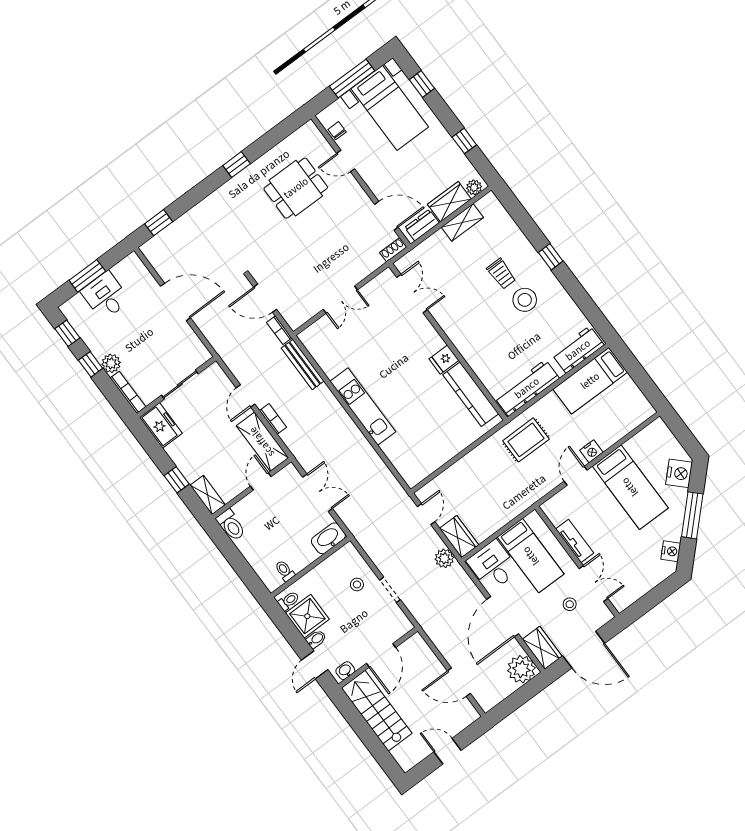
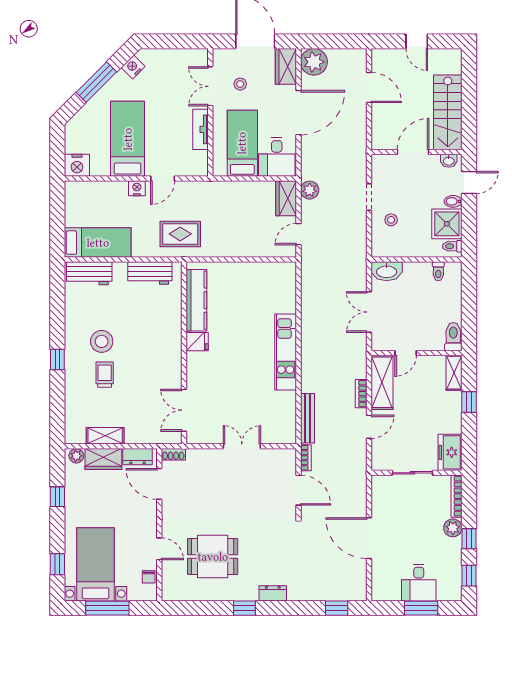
dresser: (222, 195) -> (273, 593), added
workbench: (527, 388) -> (150, 273), width x0.73
nightstand: (679, 473) -> (77, 165), moved, turned -135

